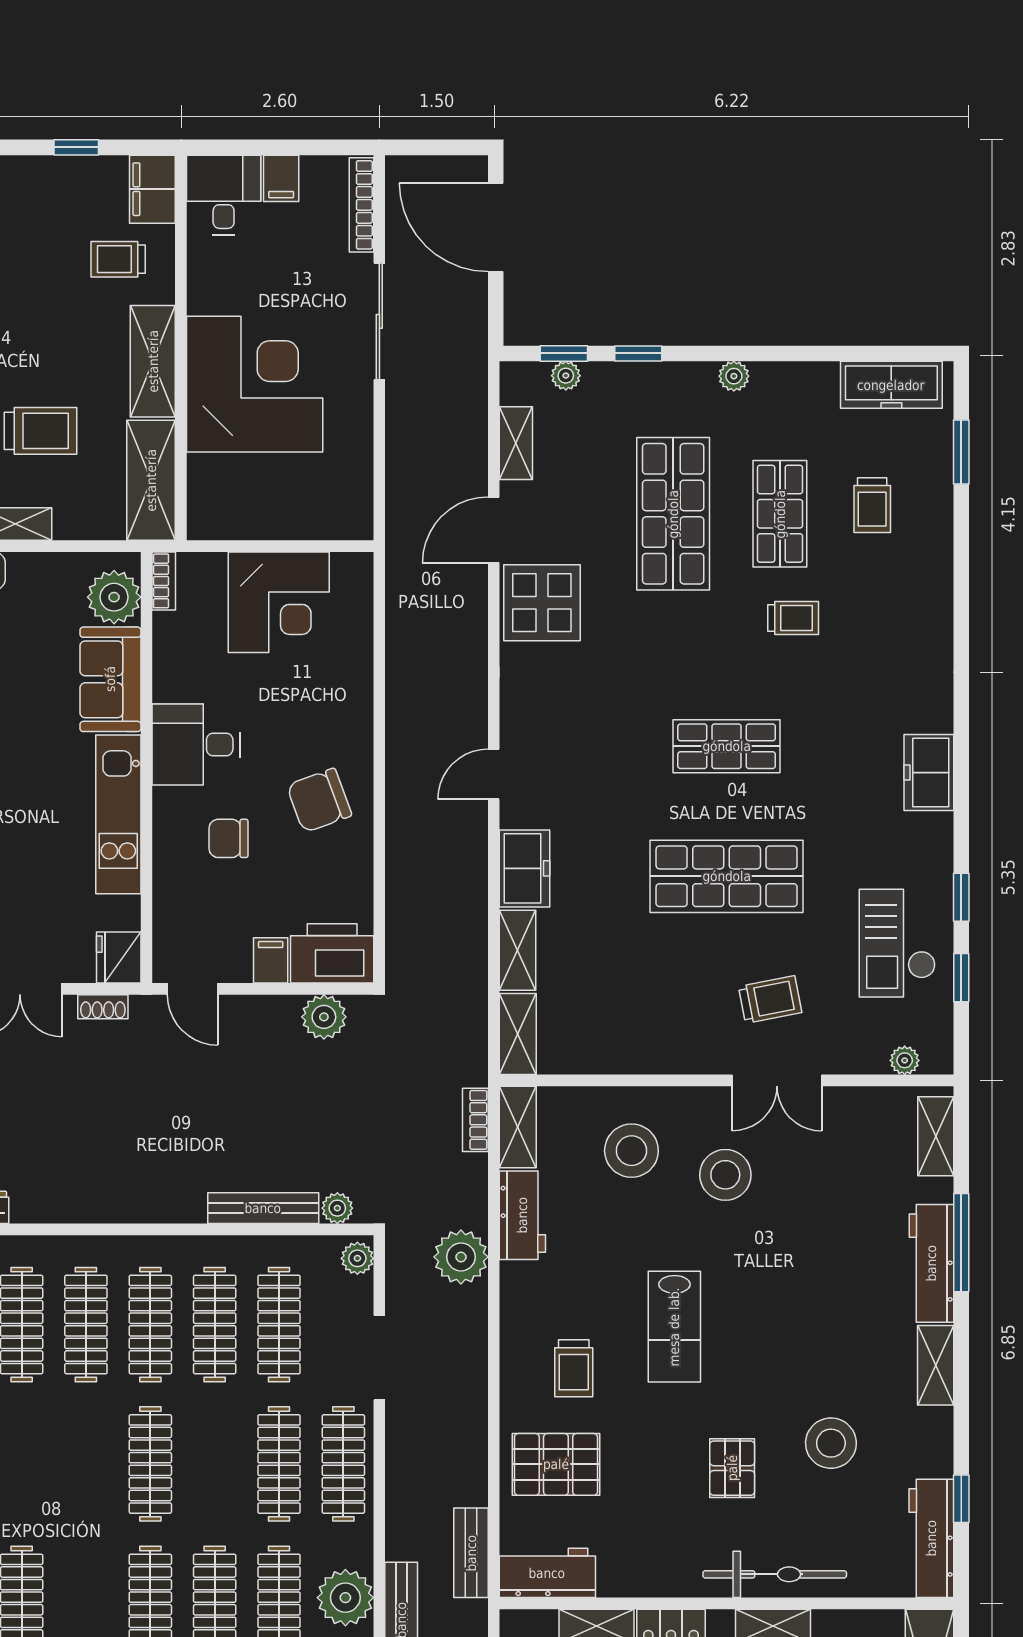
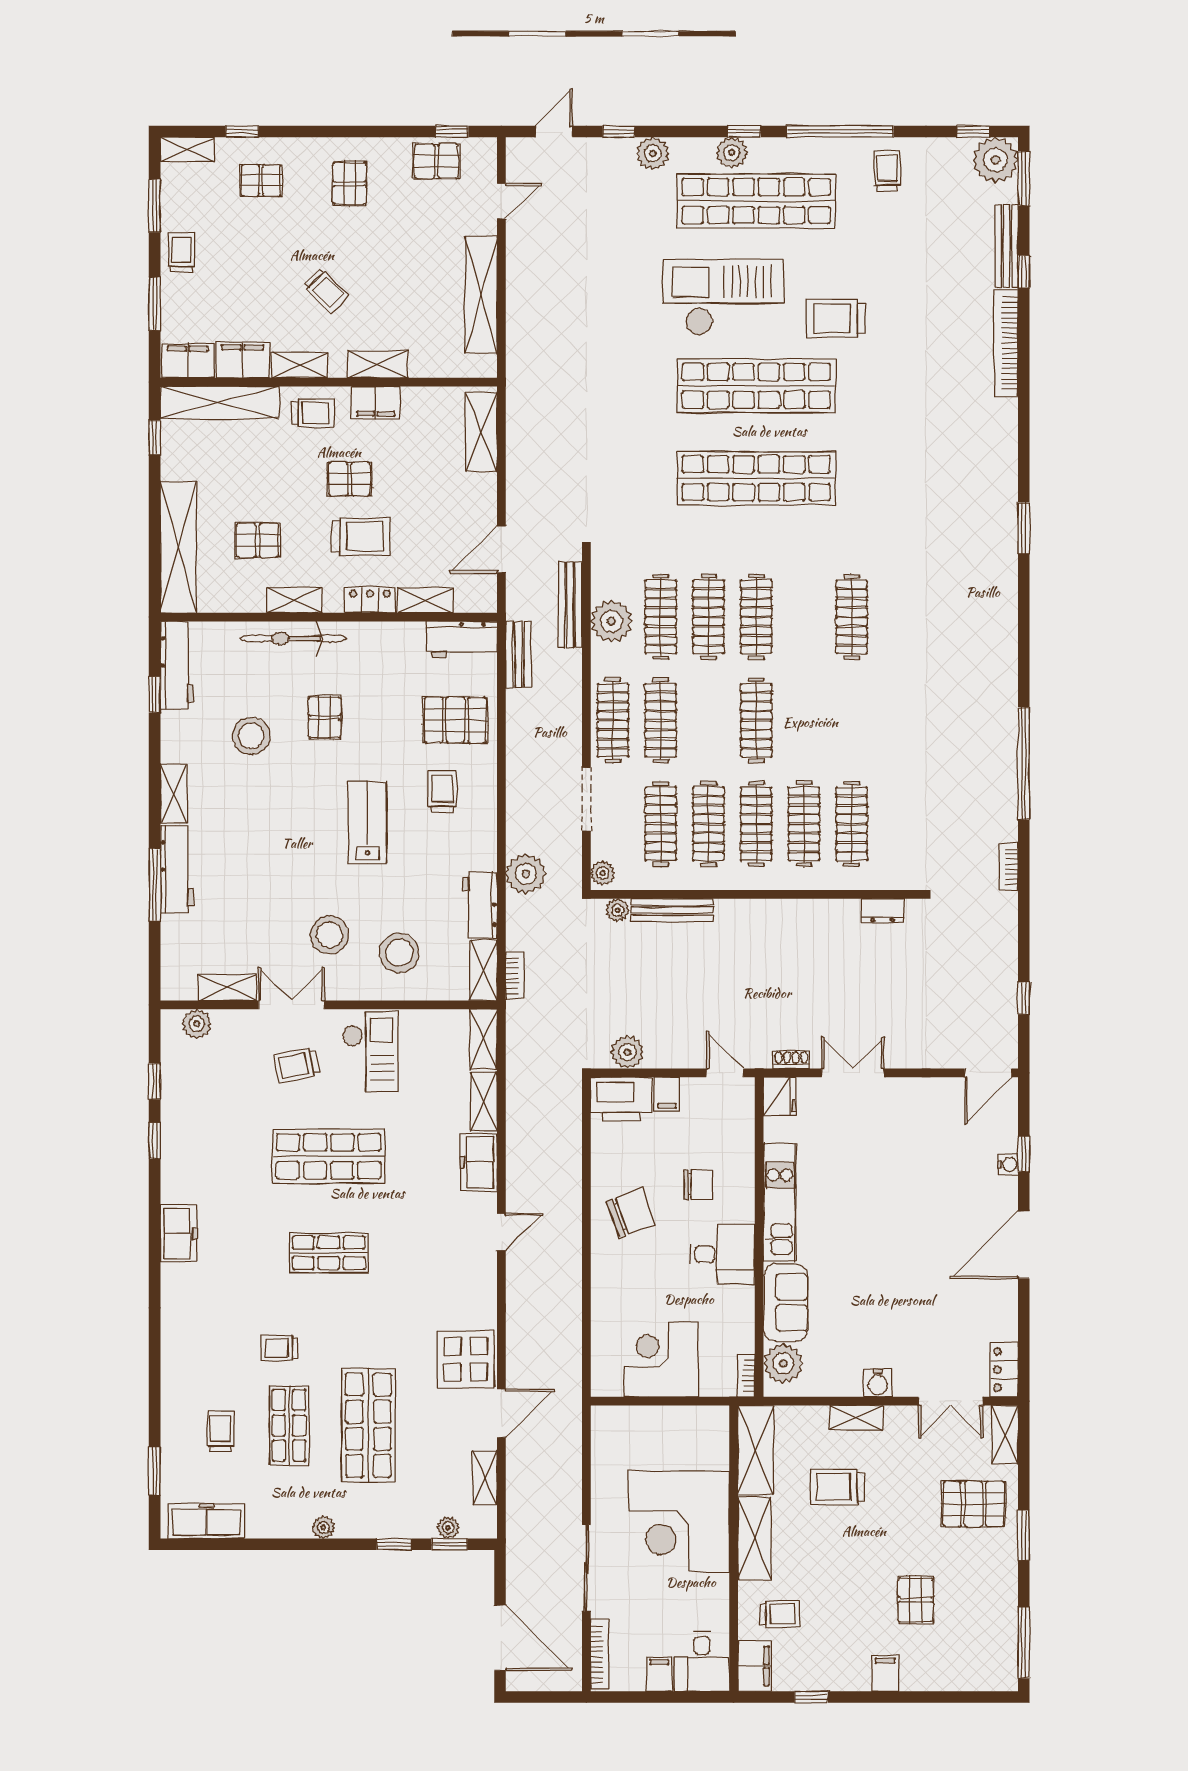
checkout: (897, 943) -> (370, 1052), moved
plant: (905, 1060) -> (197, 1024), width x1.38, depth x1.38
shelving: (936, 1136) -> (227, 987), moved, turned 90

